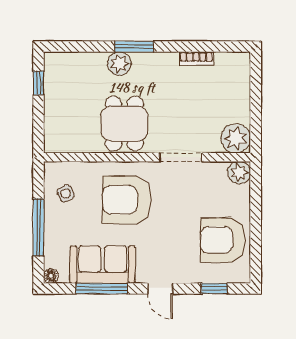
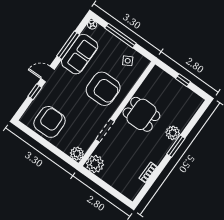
window: (38, 83) -> (183, 80), moved
armchair: (127, 200) -> (103, 89), turned 90
window: (214, 289) -> (35, 92), moved

